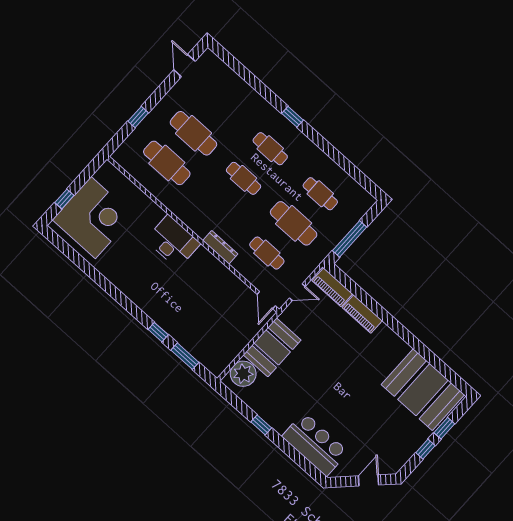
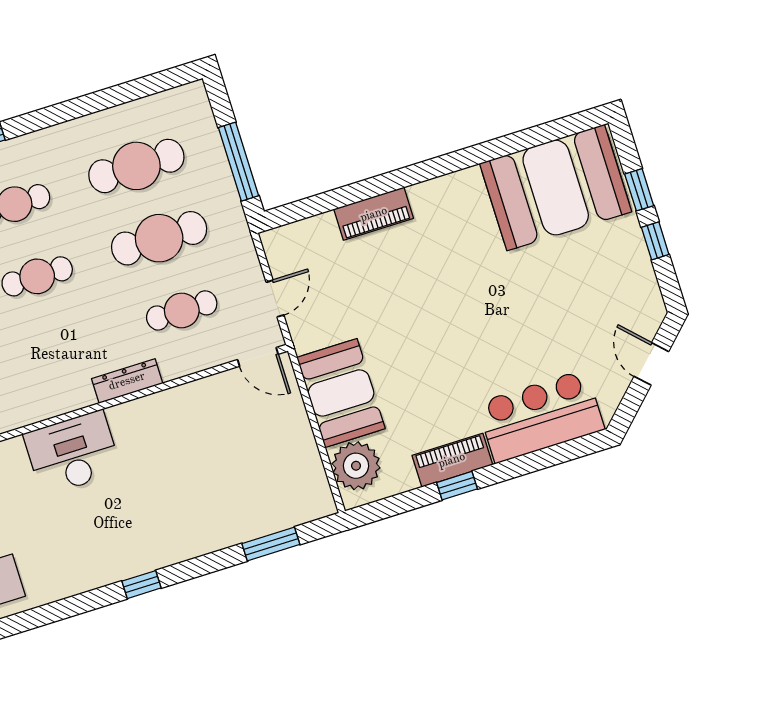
cafe table: (320, 194) -> (136, 166), width x1.37, depth x1.35
piano: (332, 287) -> (452, 460), moved, turned 180
window: (158, 332) -> (141, 585), moved

